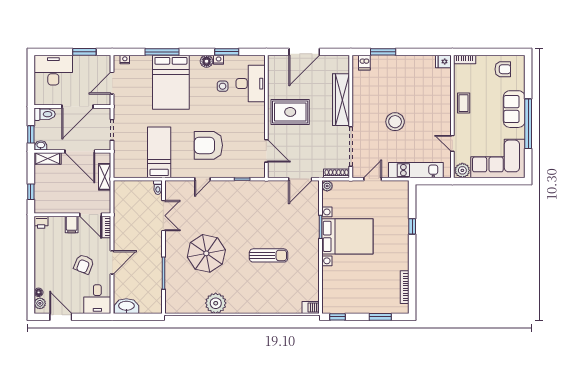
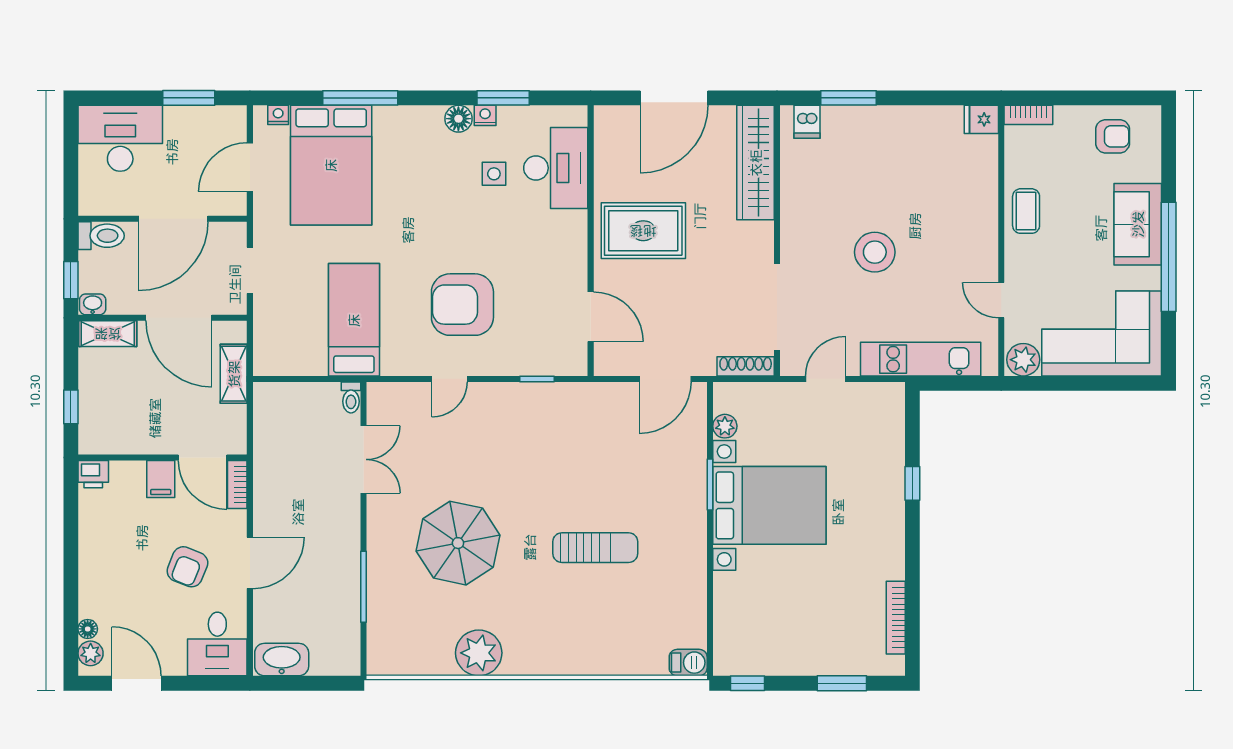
bed: (171, 82) -> (331, 165), moved
wardrobe: (341, 100) -> (756, 163), moved
plant: (327, 186) -> (725, 426), moved

